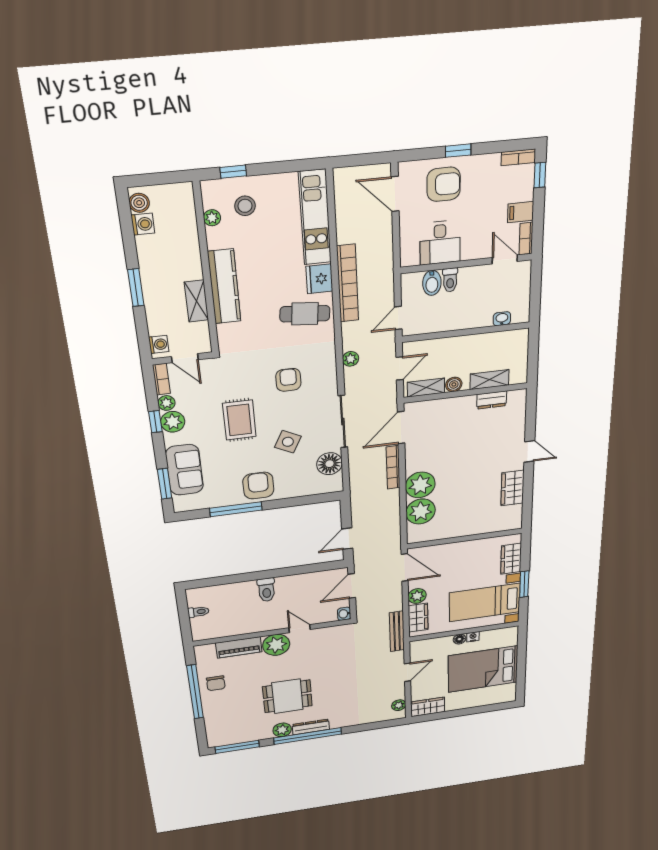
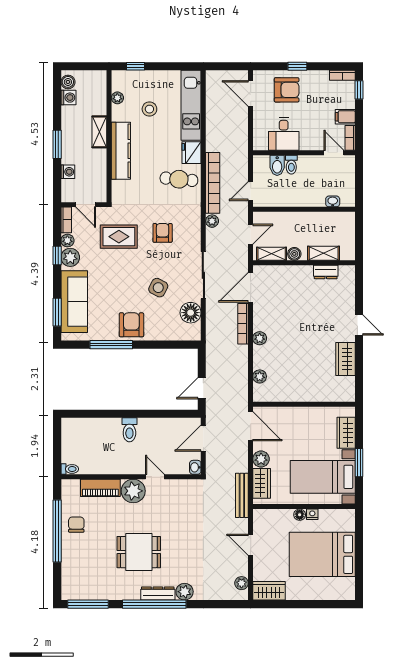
stool: (245, 206) -> (149, 109), moved
bookcase: (348, 283) -> (213, 183), moved
shelving: (196, 301) -> (99, 132), moved
washing machine: (159, 344) -> (68, 172), moved
rug: (239, 420) -> (119, 237), moved, turned 90
sofa: (184, 470) -> (74, 302), width x1.36
plant: (420, 485) -> (260, 338), width x0.53, depth x0.53
plant: (421, 511) -> (260, 376), width x0.53, depth x0.53
toilet: (198, 612) -> (70, 469), moved
door: (407, 672) -> (251, 545), swing flipped
chair: (216, 683) -> (76, 525), turned 180
plant: (282, 730) -> (185, 592), moved

